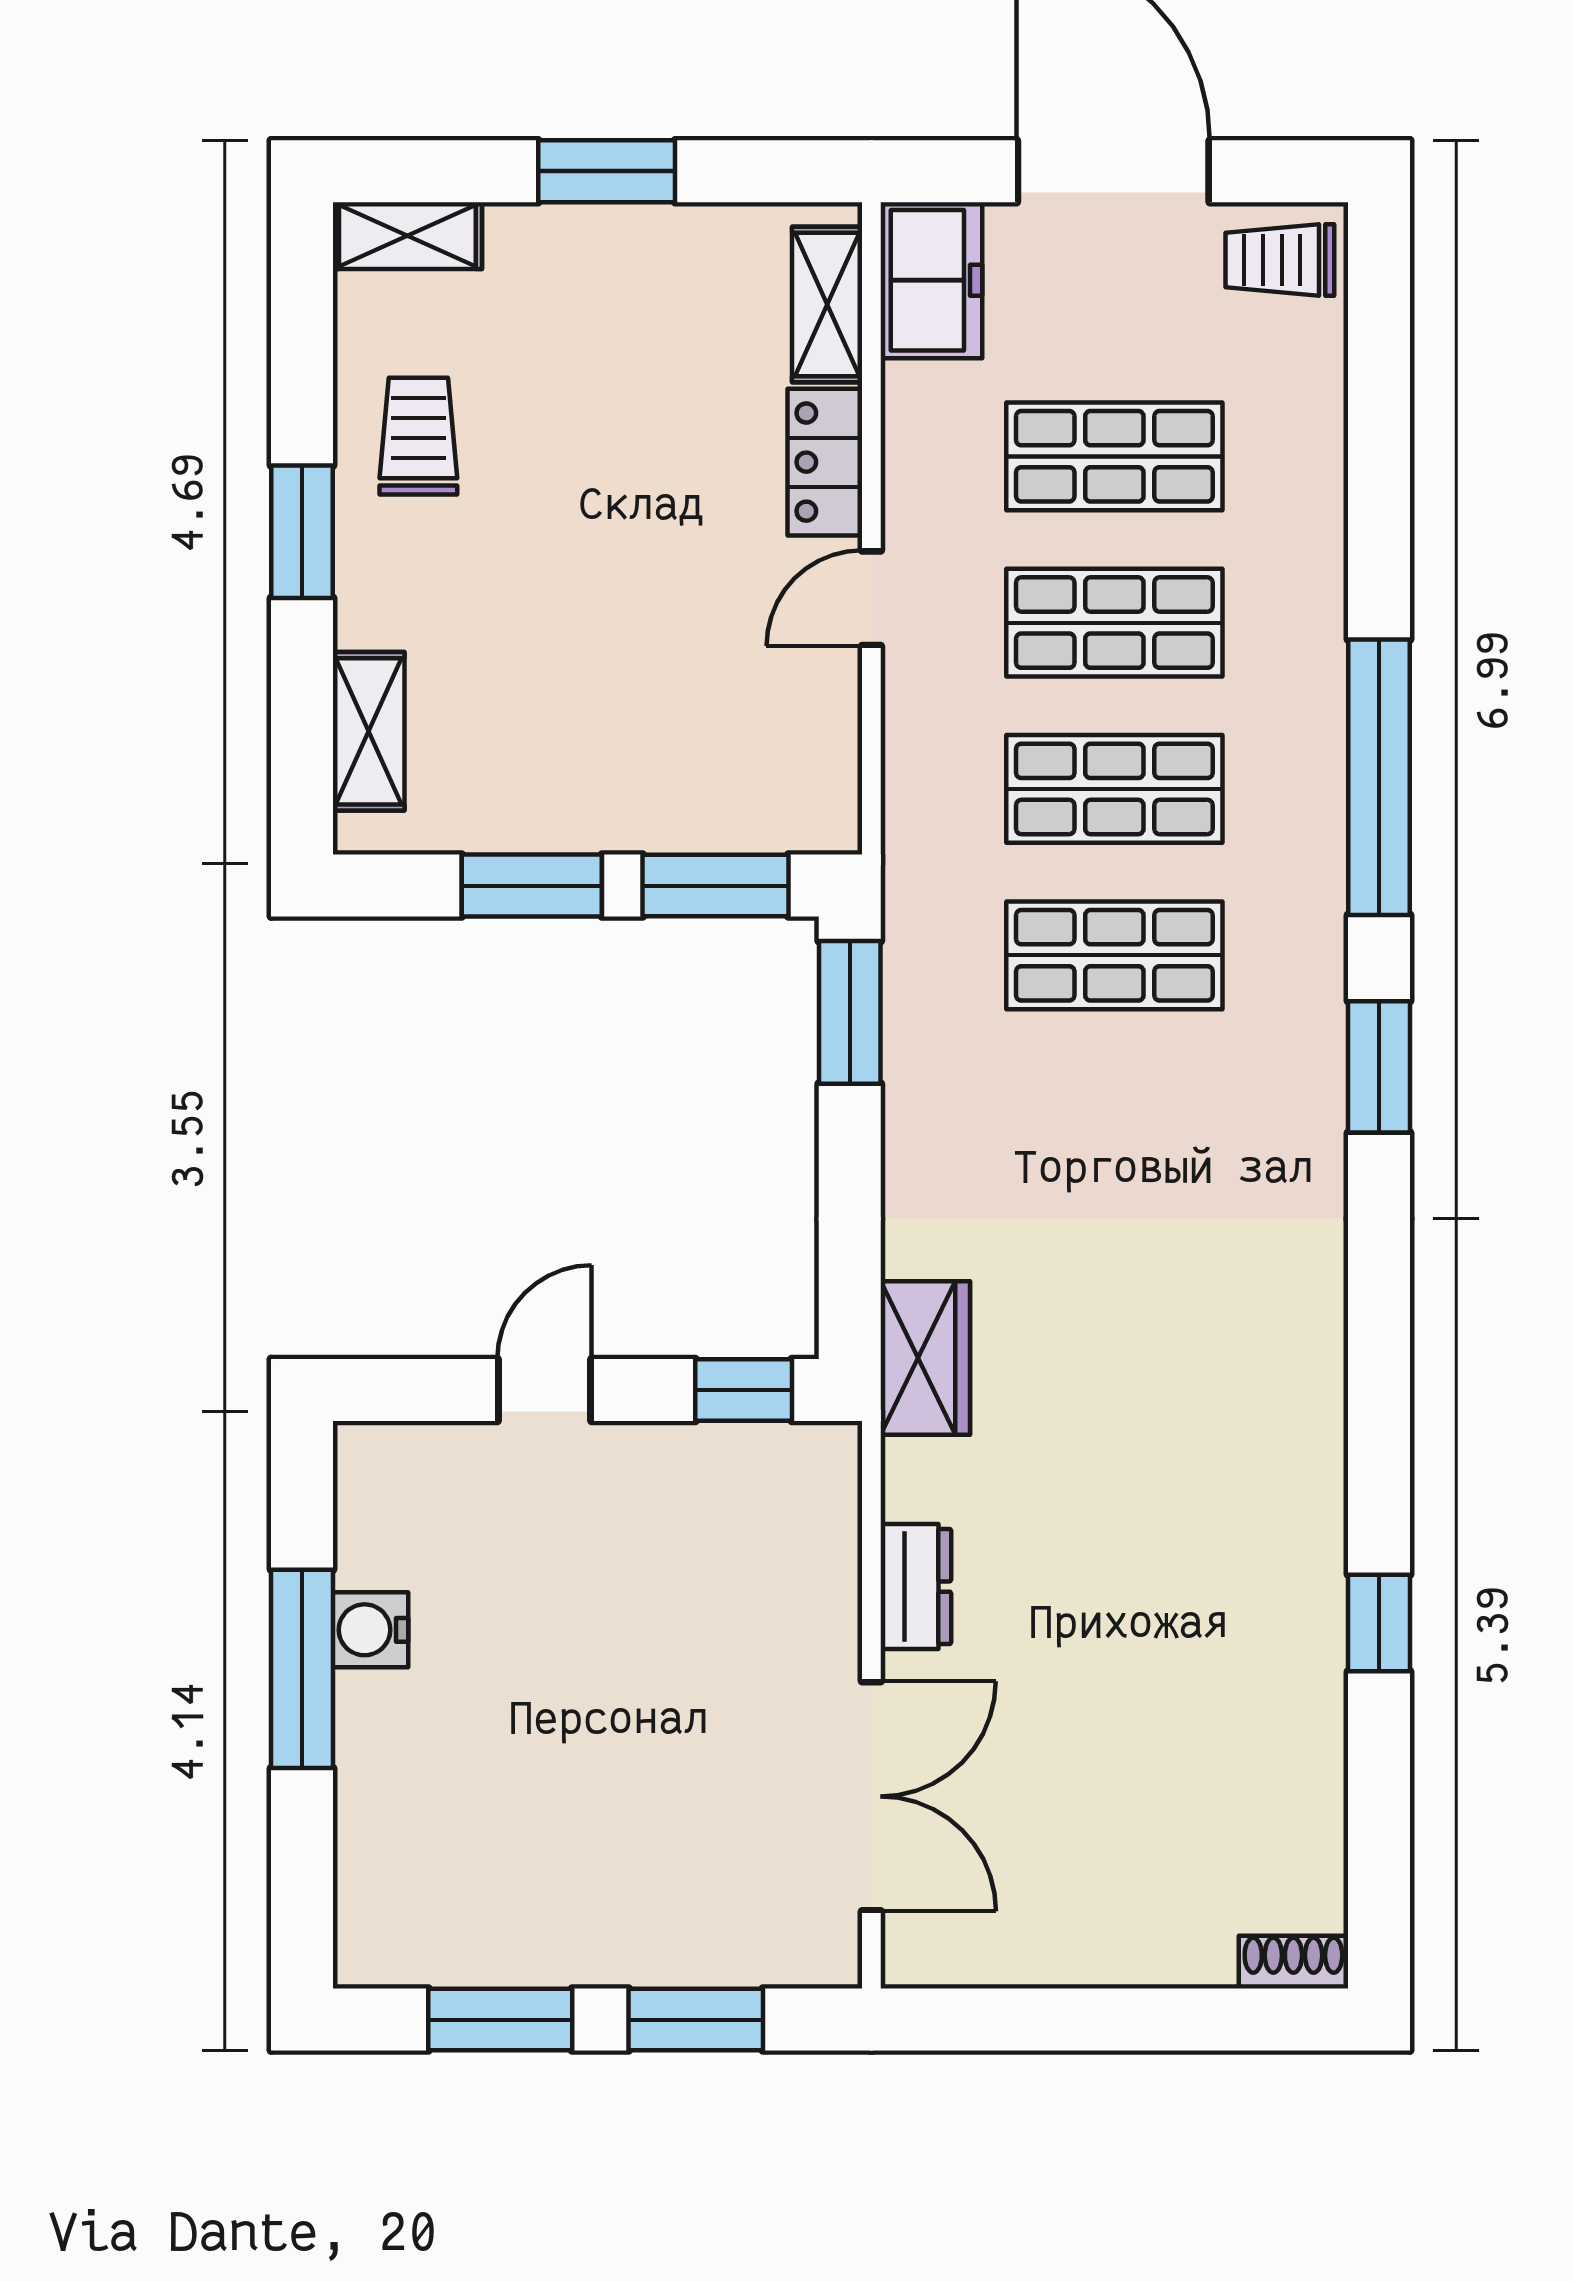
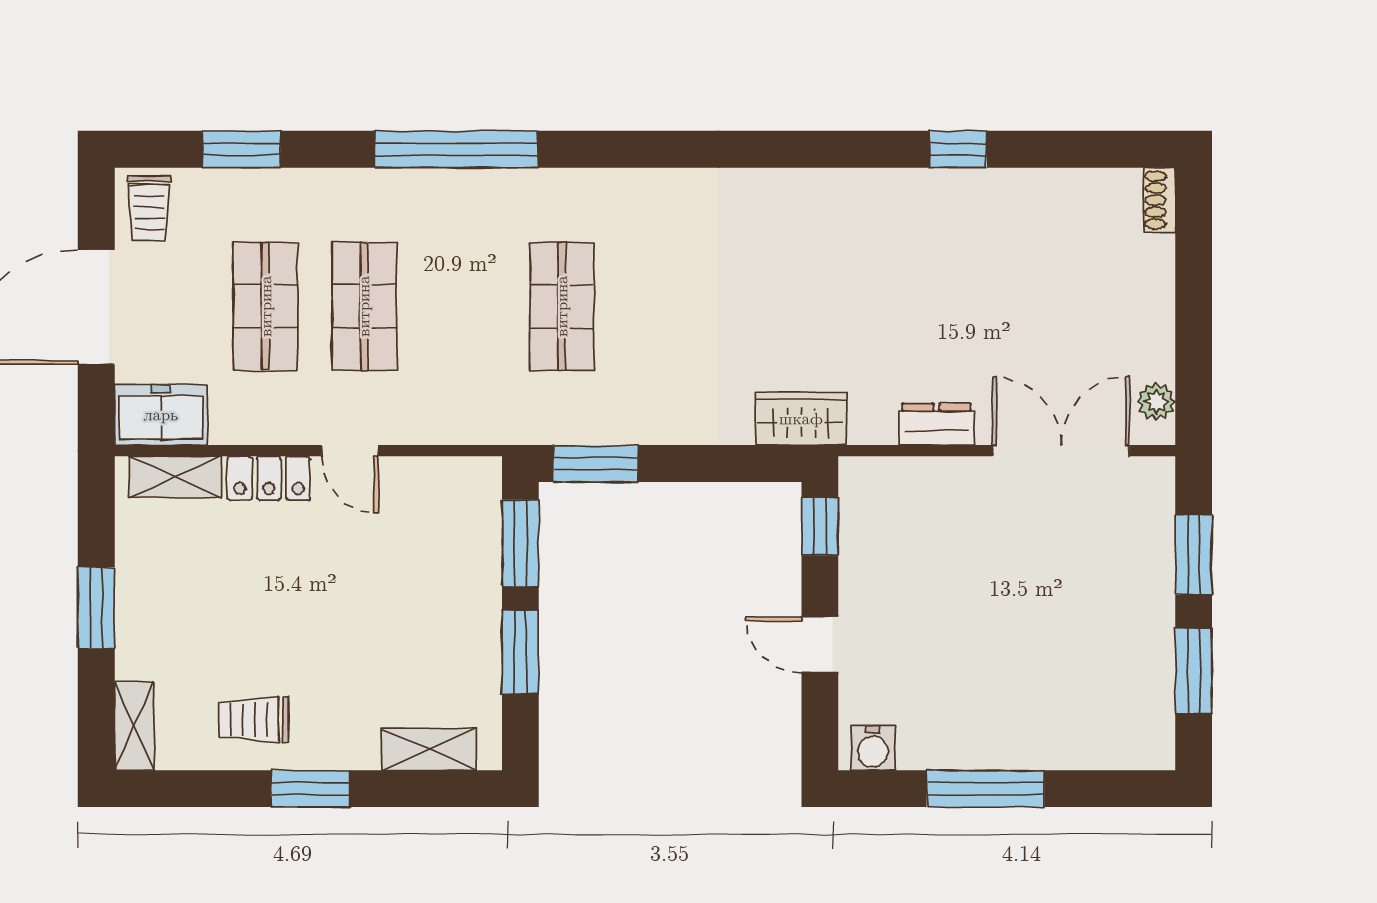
shop shelf: (1114, 789) -> (463, 306), removed
window: (1379, 1067) -> (241, 149), moved
water cooler: (371, 1630) -> (873, 748), moved
plant: (954, 1957) -> (1156, 402), added

